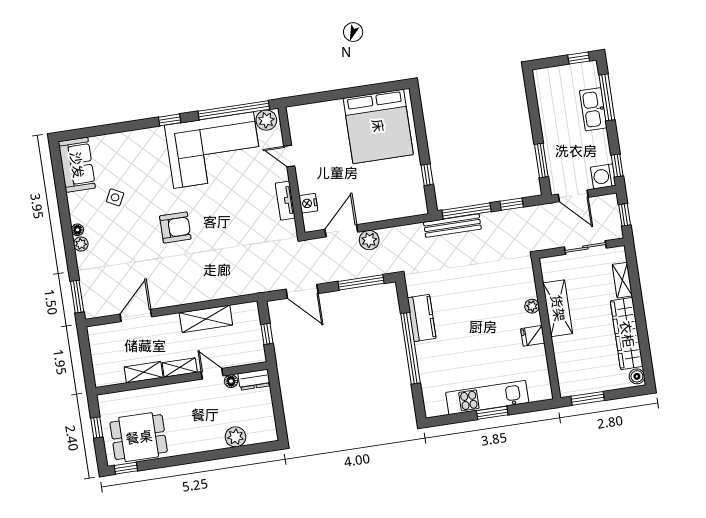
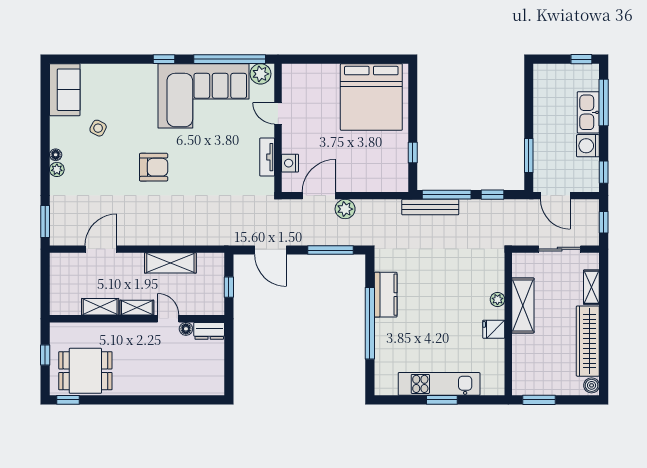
washing machine: (603, 176) -> (588, 146), moved
plant: (235, 437) -> (182, 385), removed

